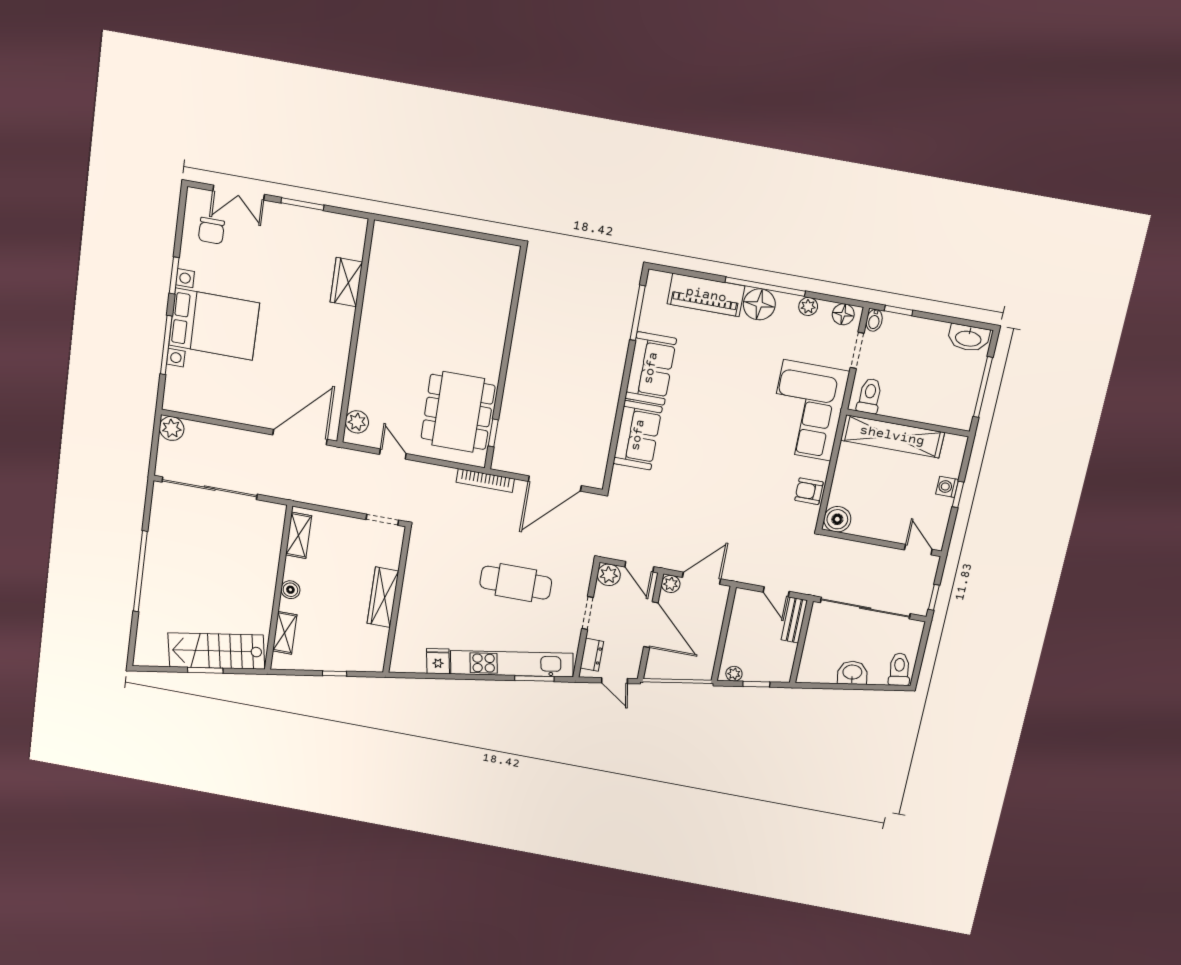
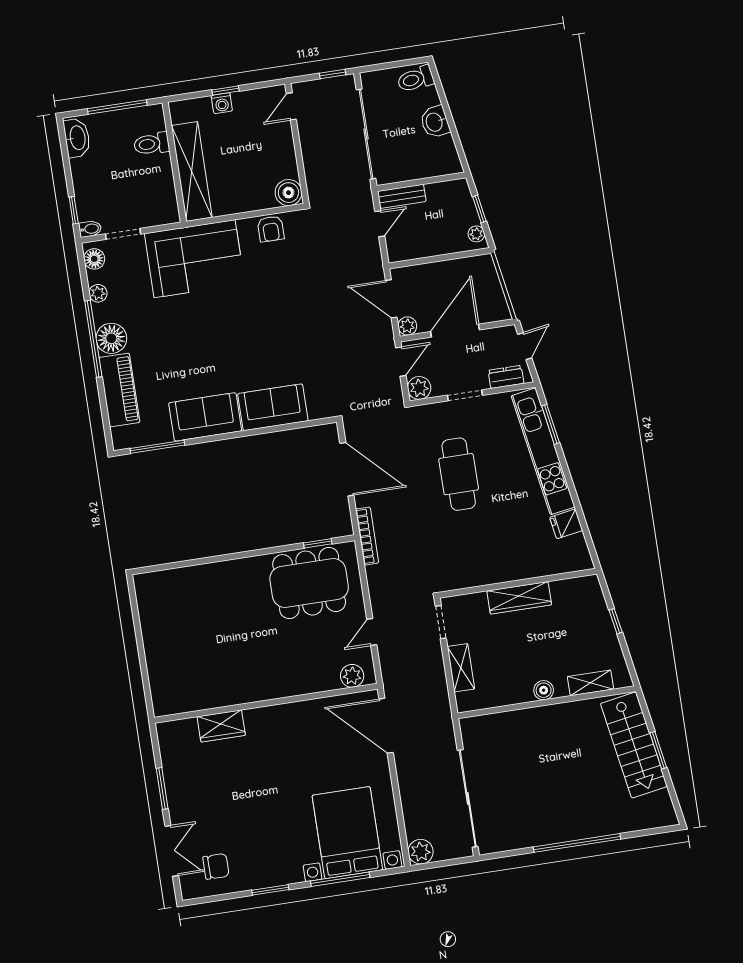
bed with nightstands: (214, 324) -> (347, 833), moved
toilet: (870, 396) -> (152, 144), moved
shelving: (299, 535) -> (461, 668), moved, turned 90

